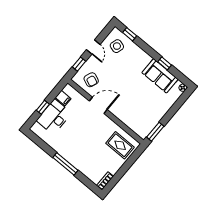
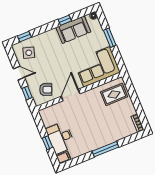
filing cabinet: (63, 98) -> (63, 157), moved
corner sofa: (137, 116) -> (97, 67), added
window: (155, 132) -> (110, 38), moved

